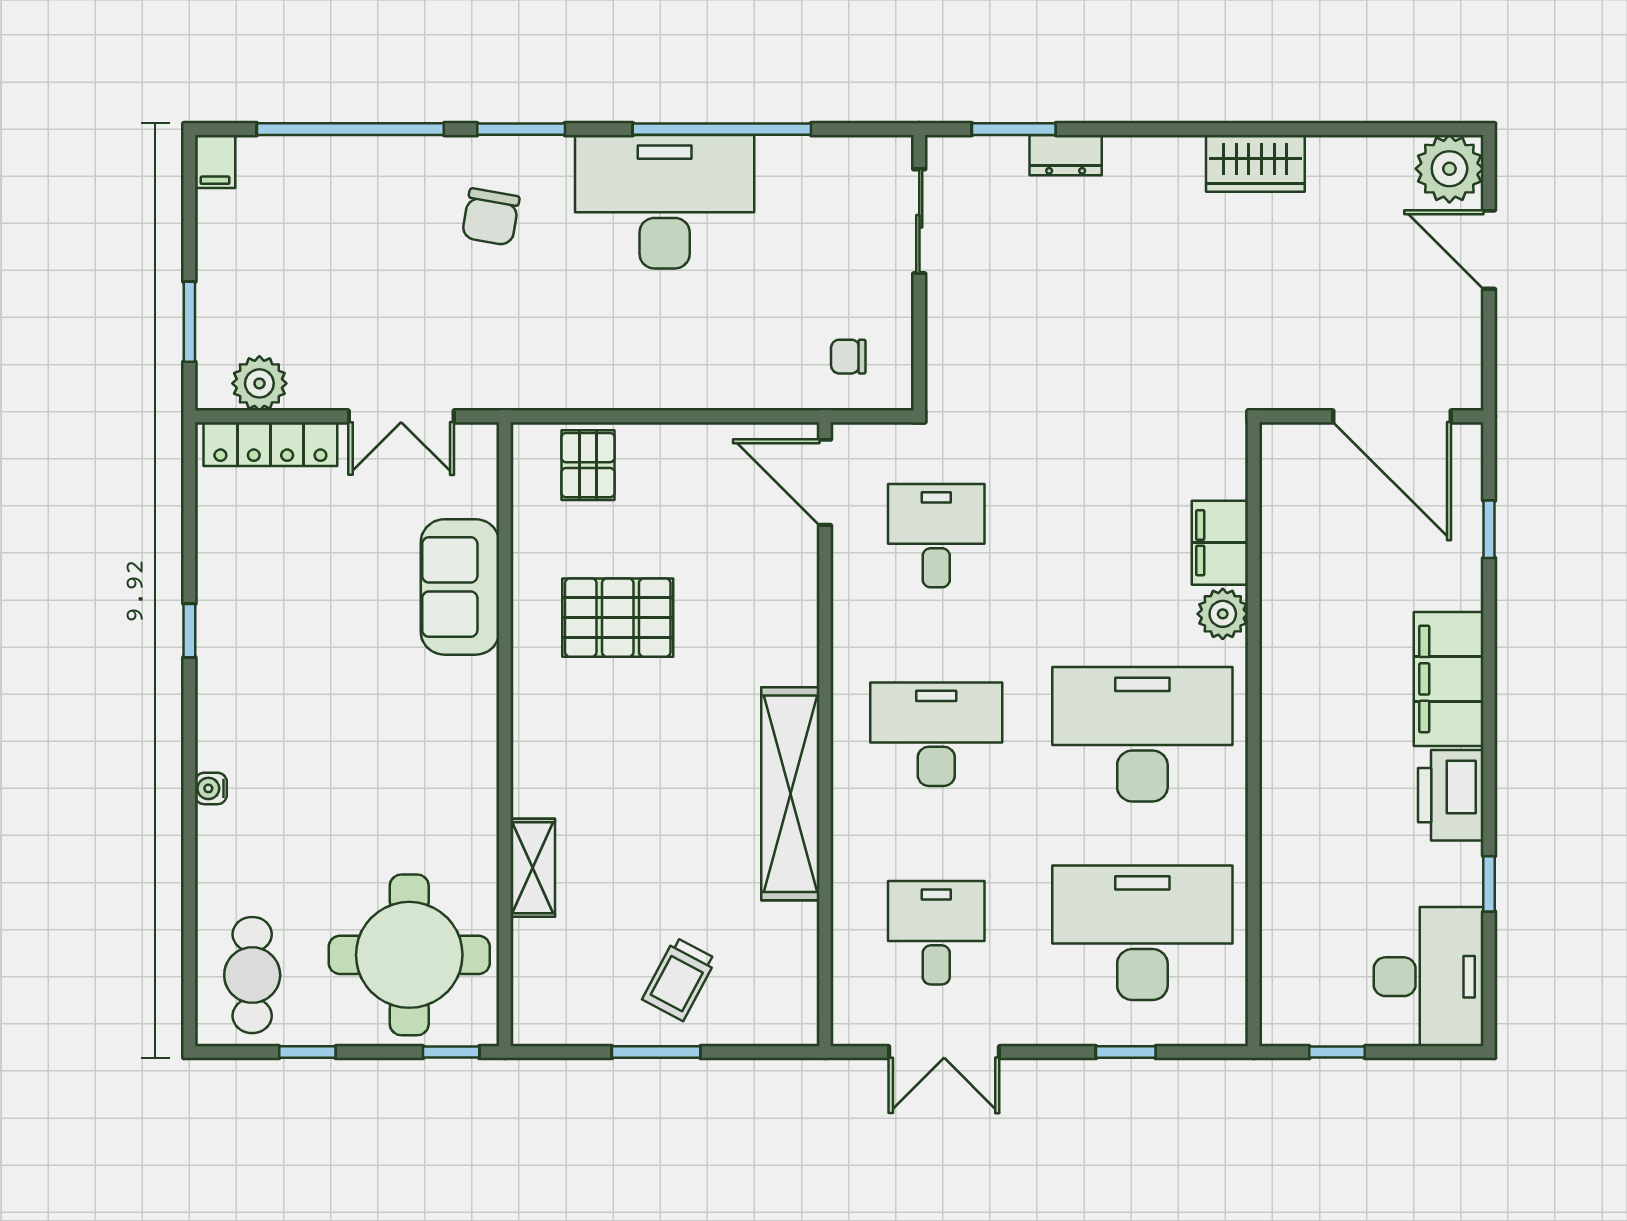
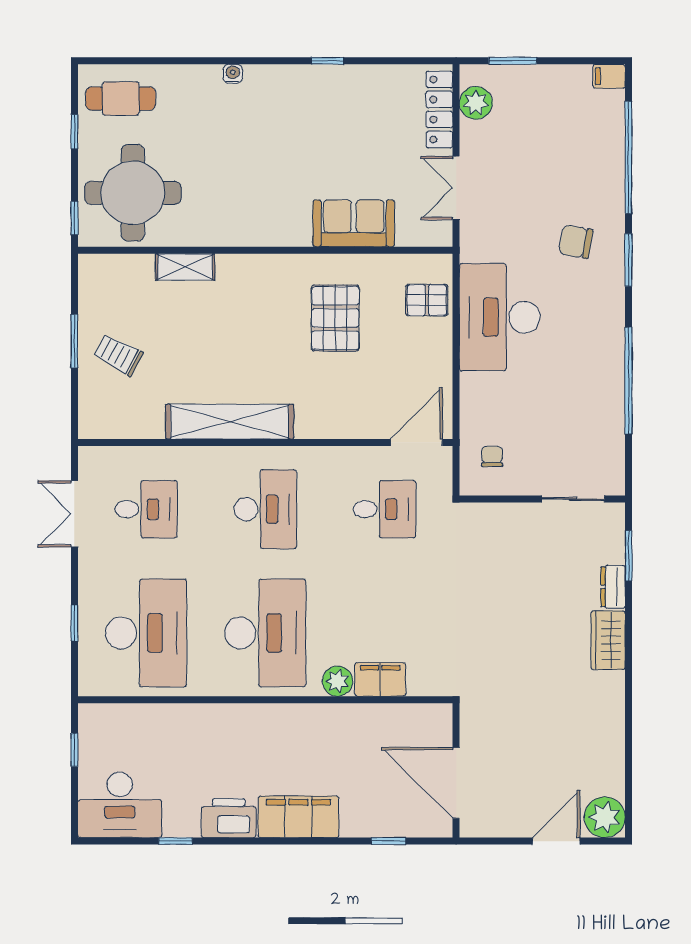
wardrobe: (1255, 163) -> (608, 640), moved
desk: (665, 202) -> (500, 317), moved, turned 180
door: (1392, 416) -> (456, 783), hinge flipped

